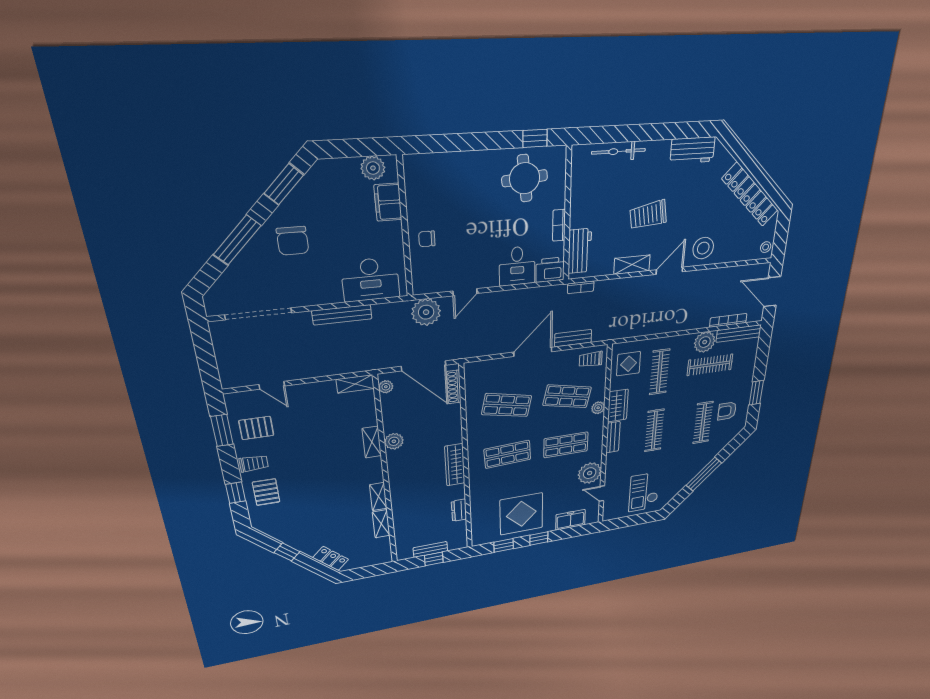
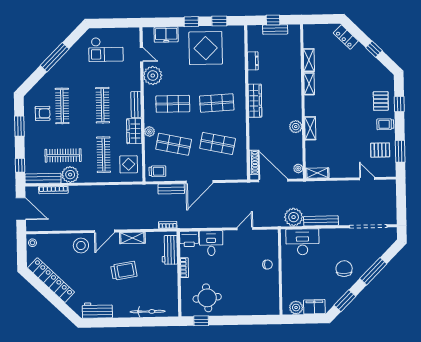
filing cabinet: (388, 202) -> (314, 307), moved, turned -90
plant: (426, 312) -> (294, 217), moved
window: (764, 347) -> (20, 165), added
checkout: (644, 492) -> (106, 49), turned 90

